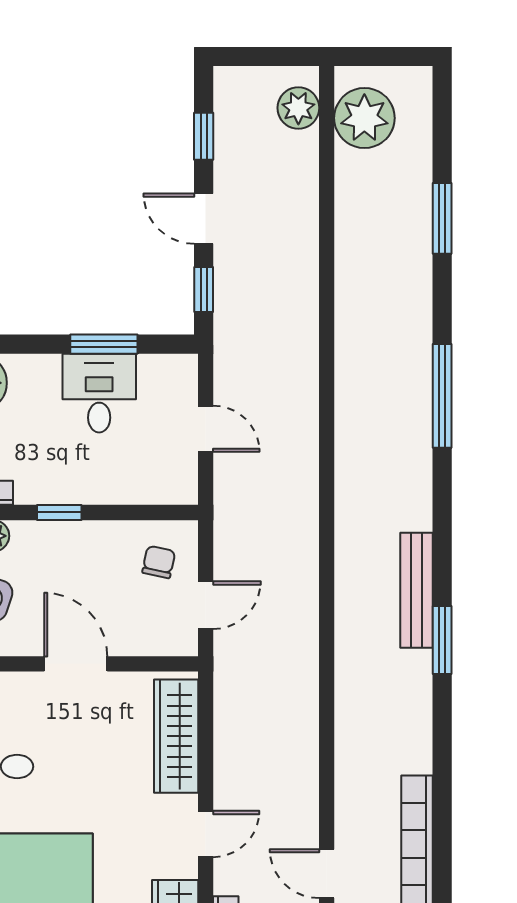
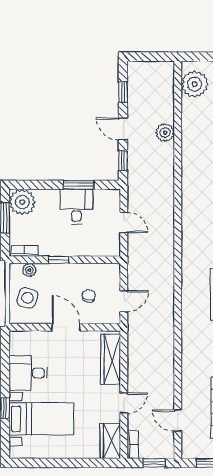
plant: (298, 108) -> (165, 133), moved
chair: (159, 562) -> (89, 296), moved

